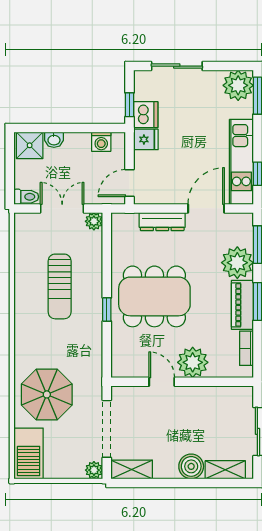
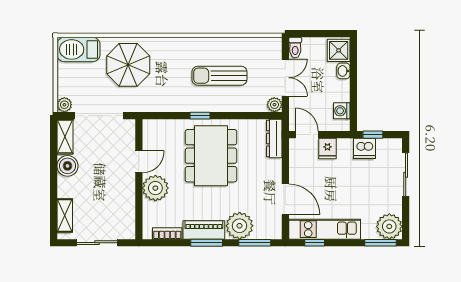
fridge: (146, 139) -> (327, 149), moved
dresser: (162, 222) -> (274, 138), moved
boiler: (191, 466) -> (67, 166), moved

